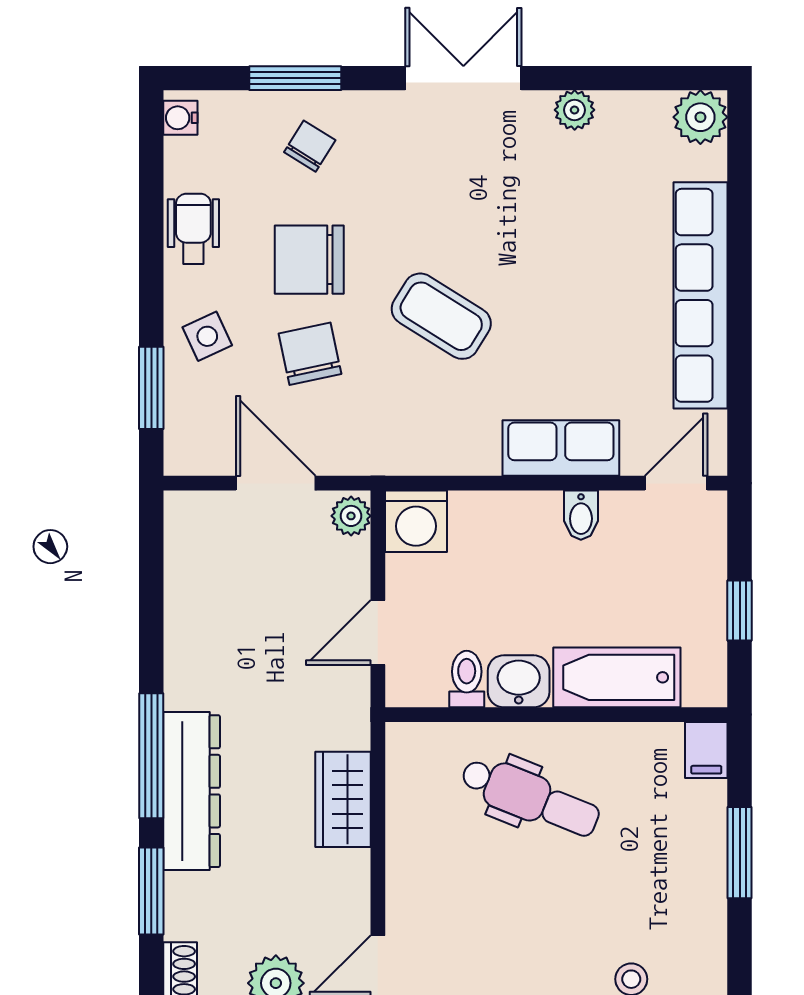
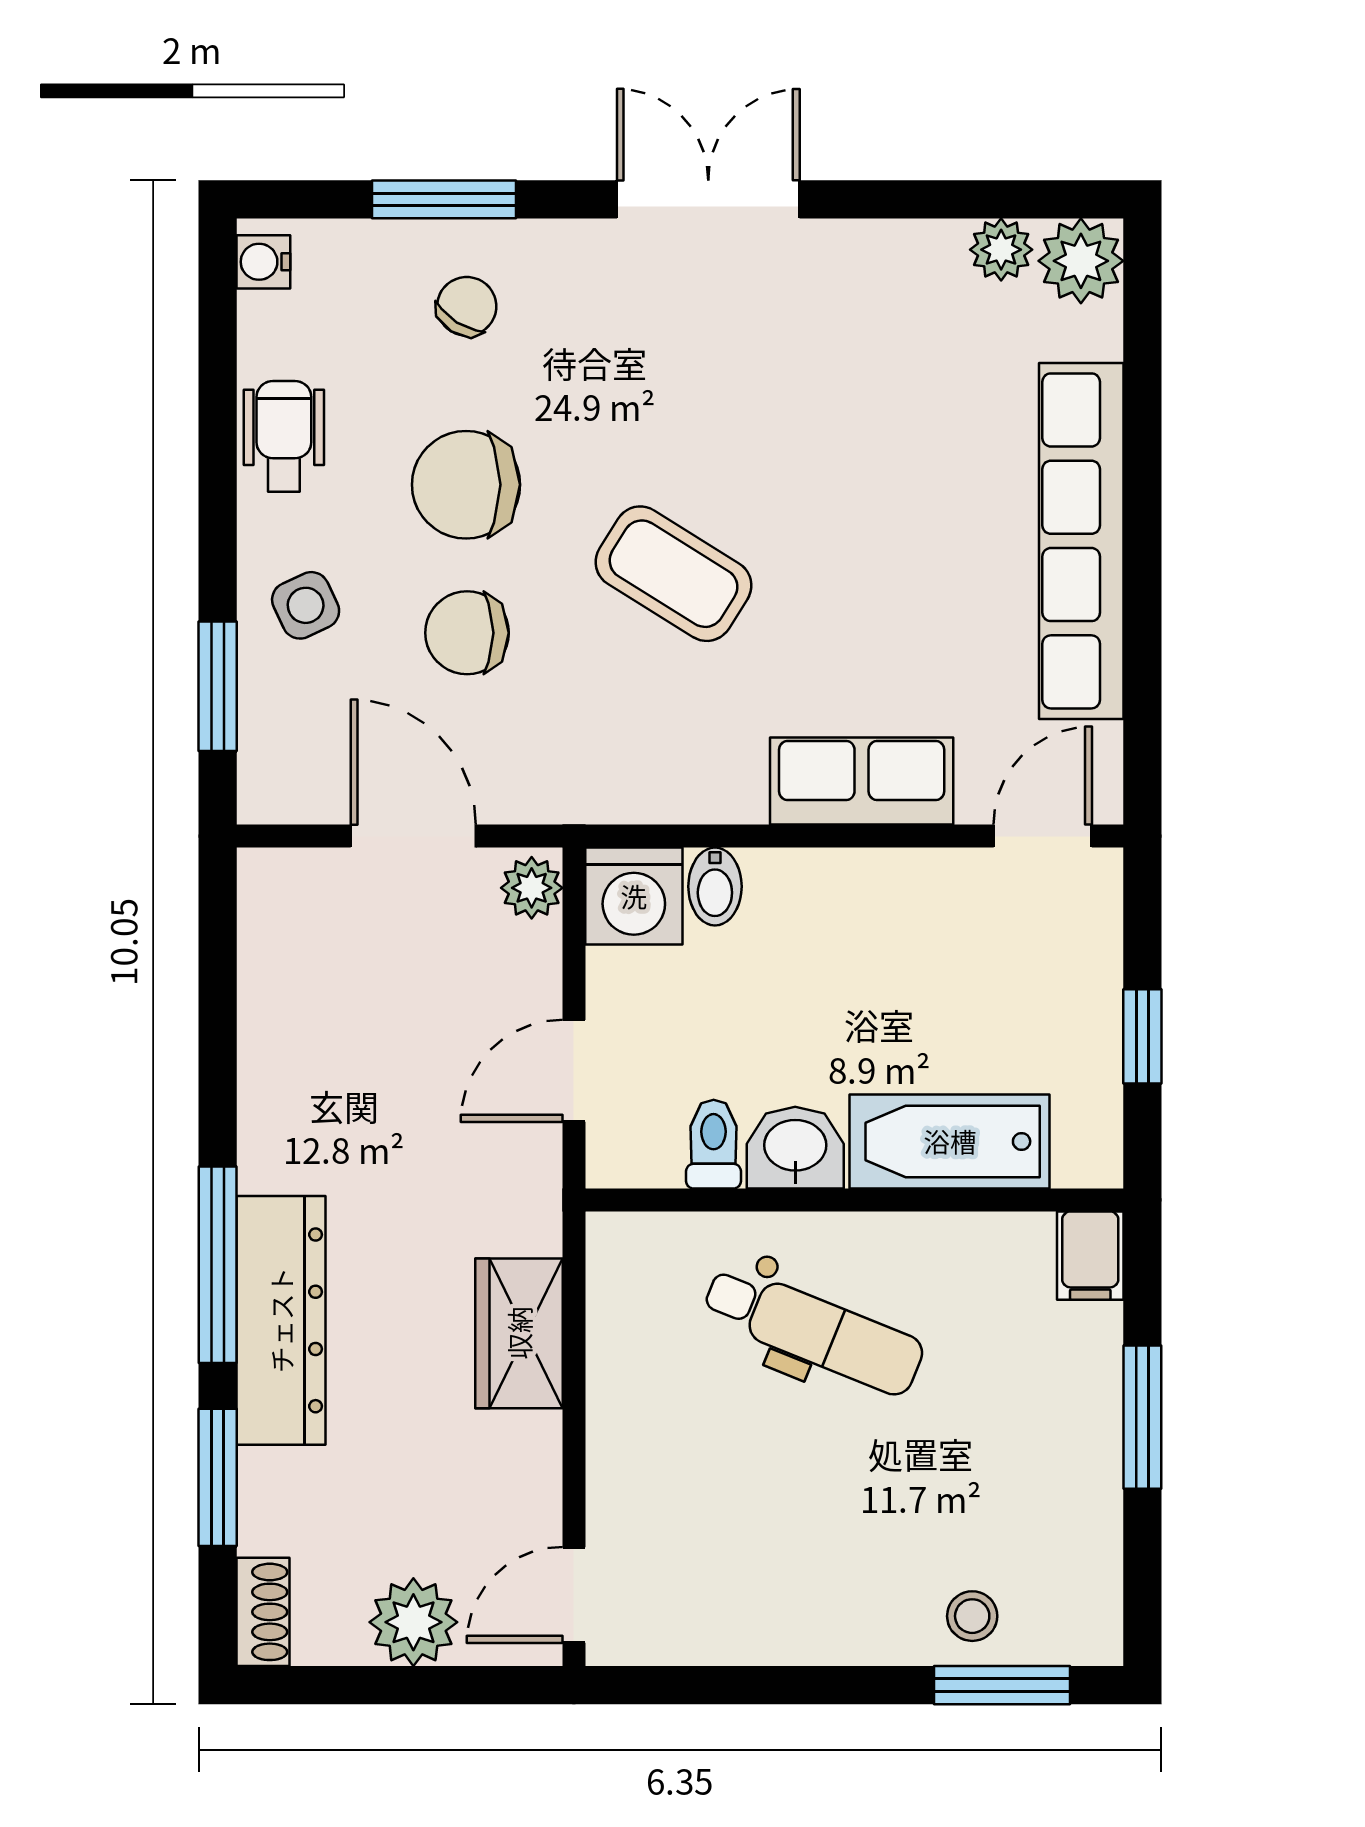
plant: (575, 110) -> (1001, 250), moved
chair: (310, 354) -> (467, 633), turned -78
bidet: (581, 515) -> (715, 886), moved

